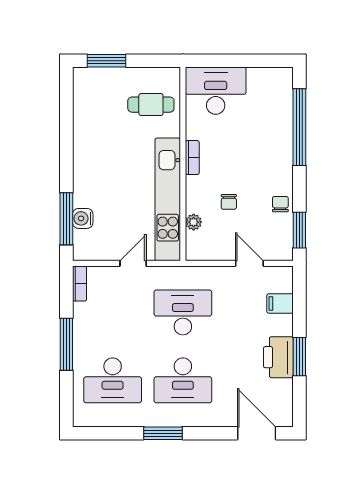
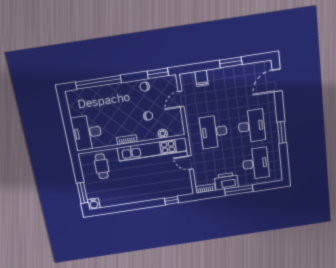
water cooler: (83, 218) -> (94, 204), moved
window: (66, 219) -> (171, 200), width x0.46
printer: (278, 357) -> (226, 181), moved, turned 180

